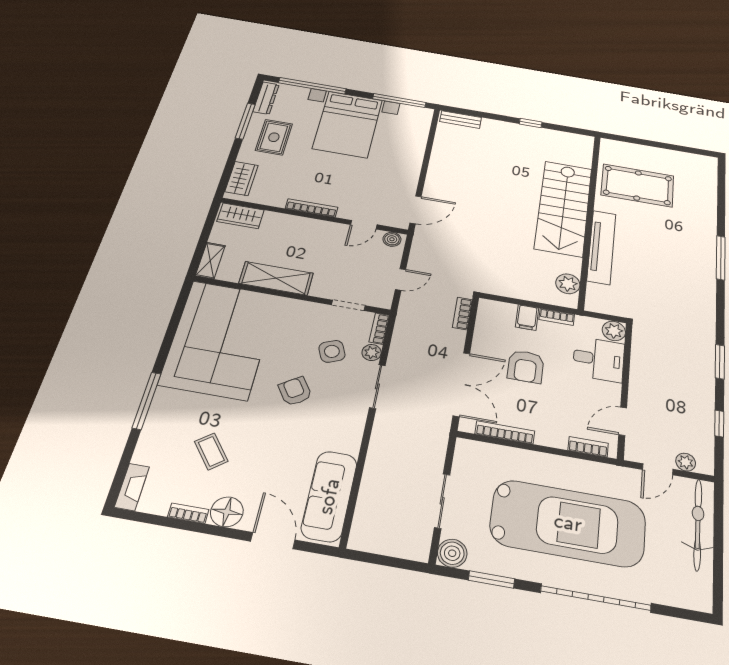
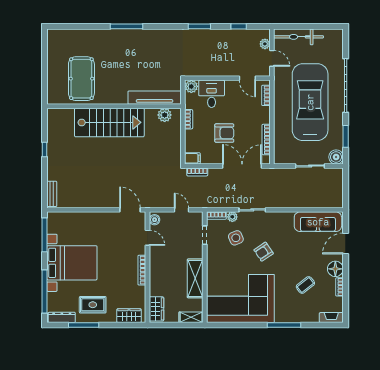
tv unit: (601, 247) -> (155, 98), moved
filing cabinet: (527, 318) -> (192, 158), moved

